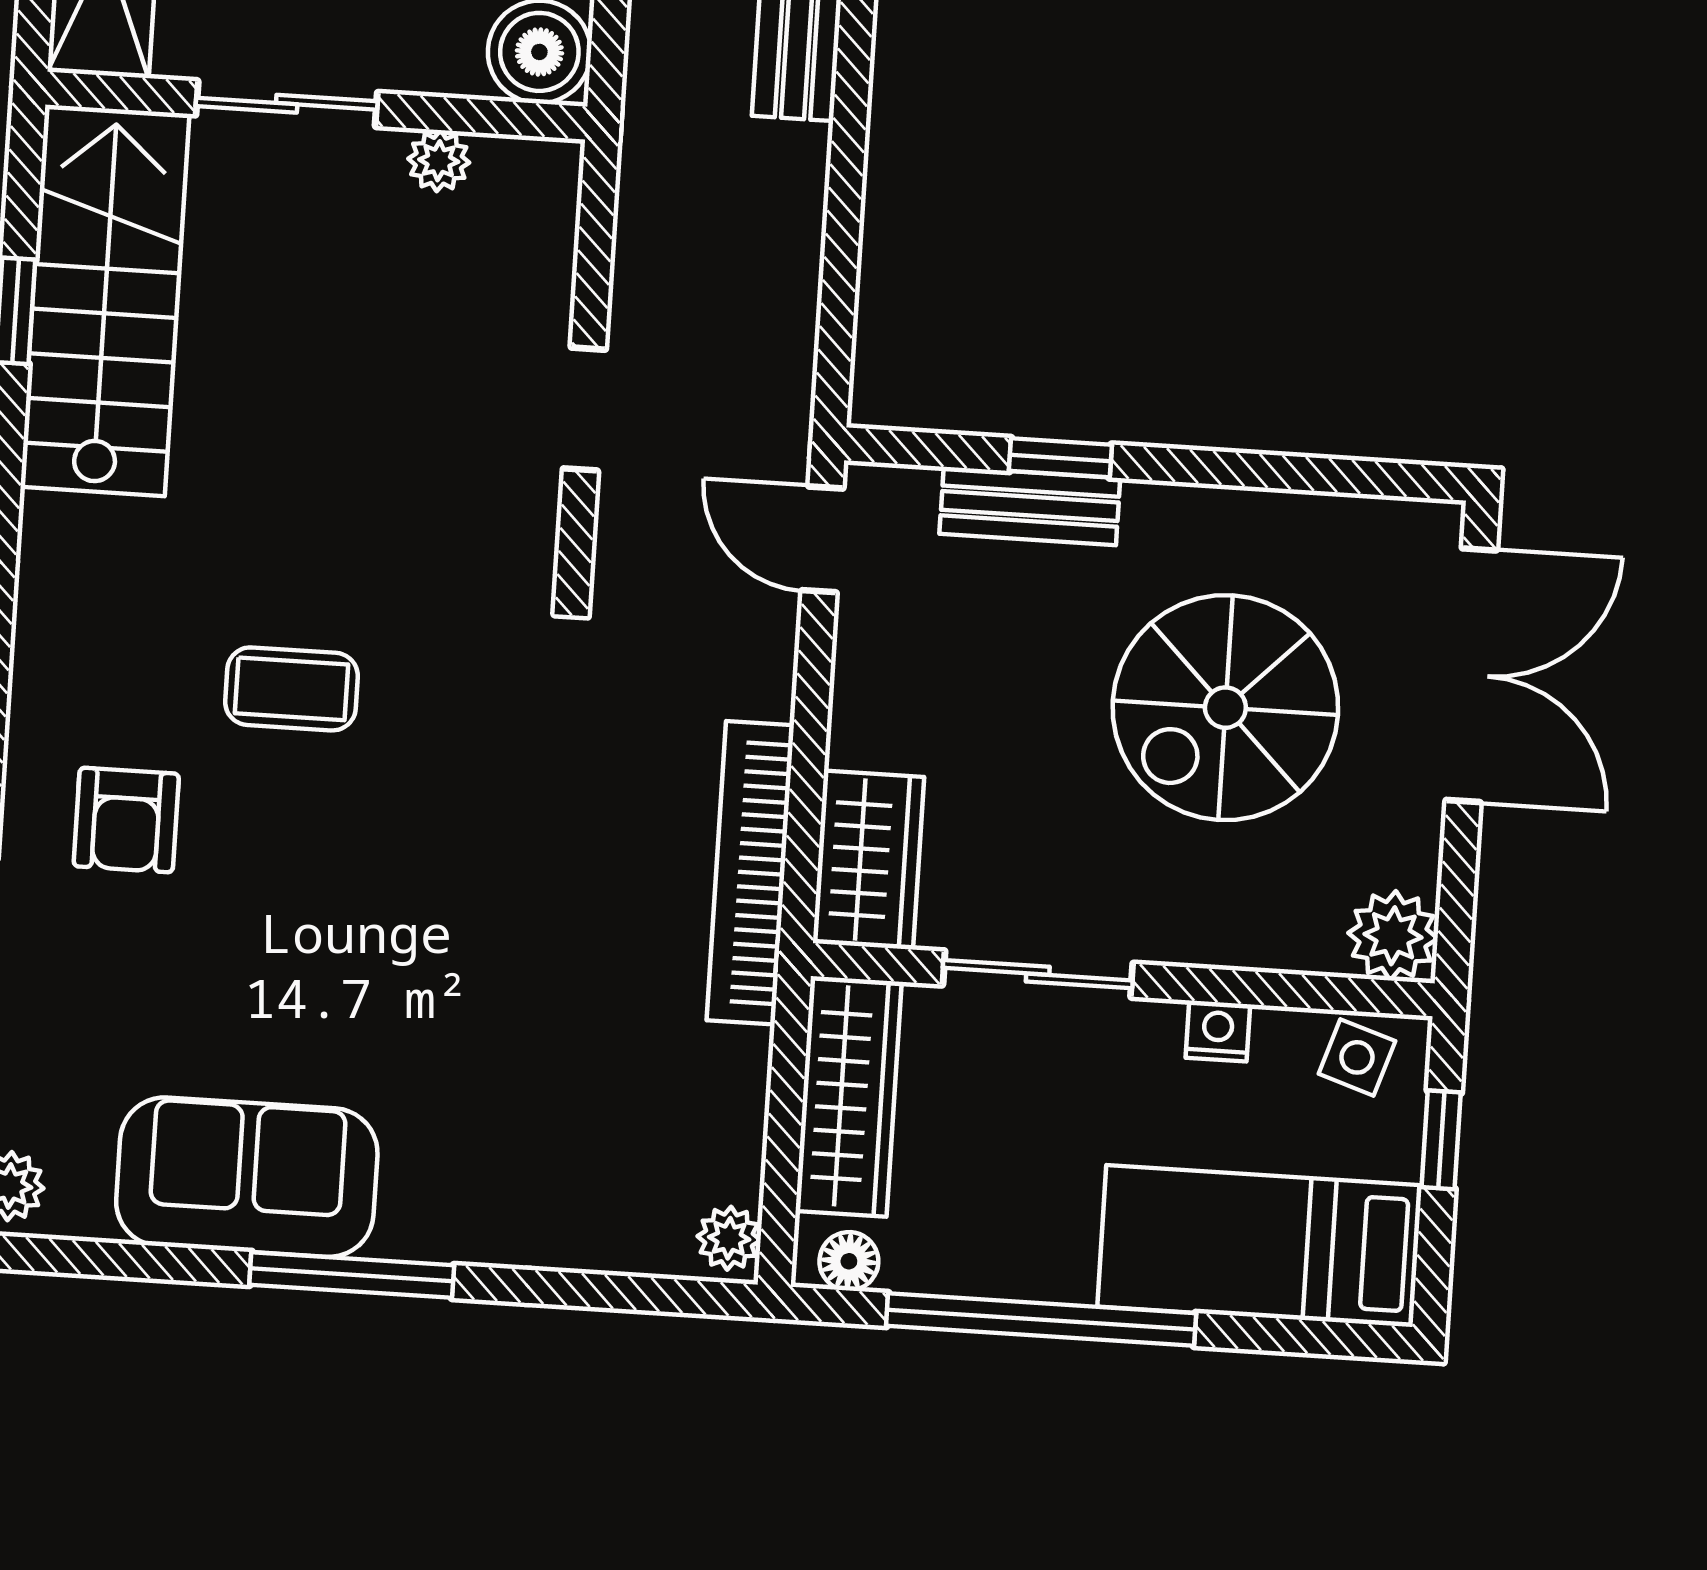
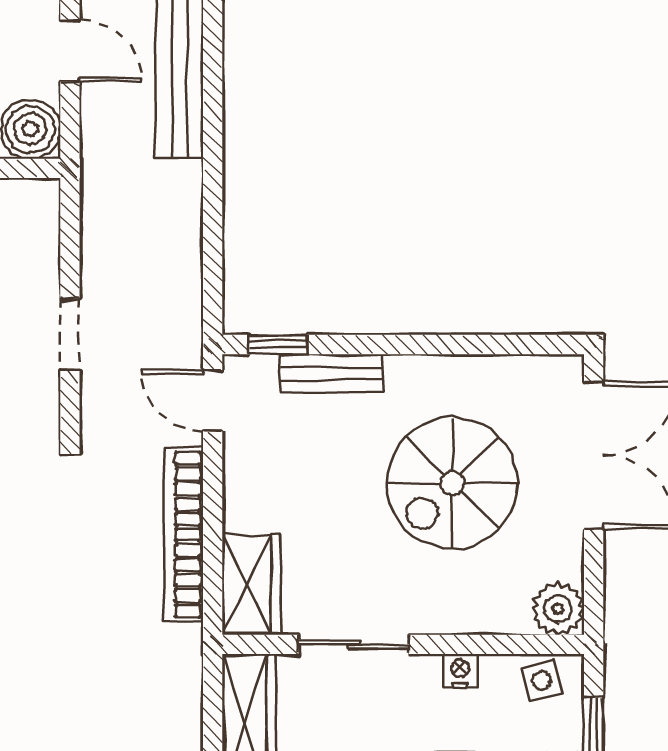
window: (1060, 458) -> (278, 344), moved
bookcase: (750, 873) -> (183, 535), moved
side table: (1357, 1057) -> (542, 681), turned -33

